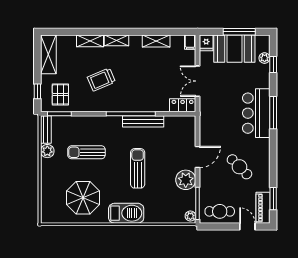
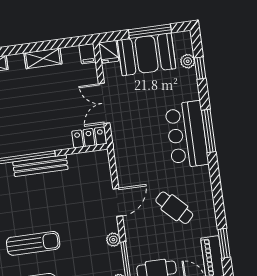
sun lounger: (138, 168) -> (33, 243), moved, turned 90
plant: (186, 180) -> (113, 240), width x0.53, depth x0.53

